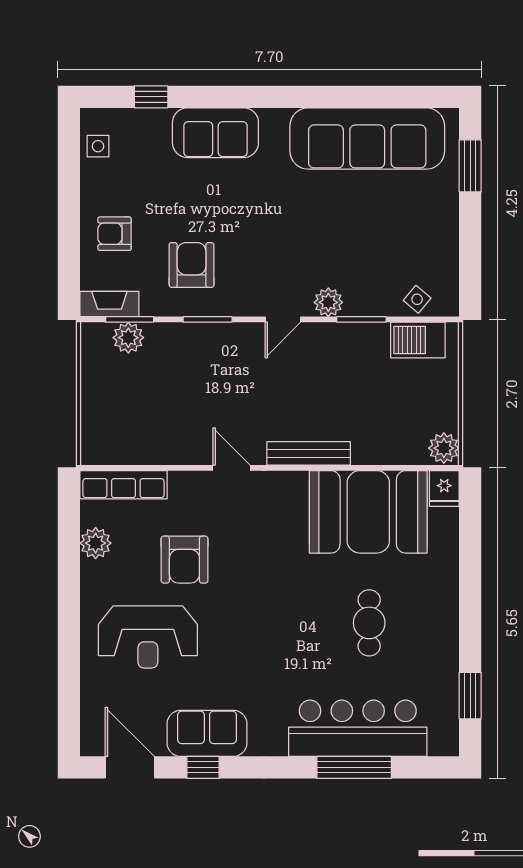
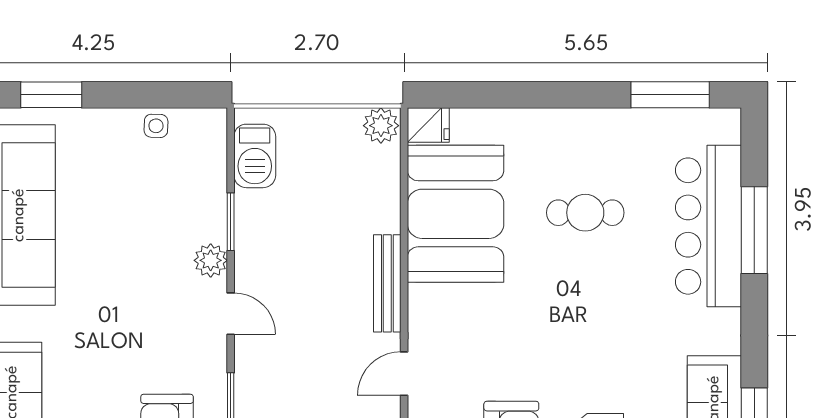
side table: (417, 299) -> (156, 126), moved, turned -38
window: (470, 696) -> (670, 95), width x1.44

